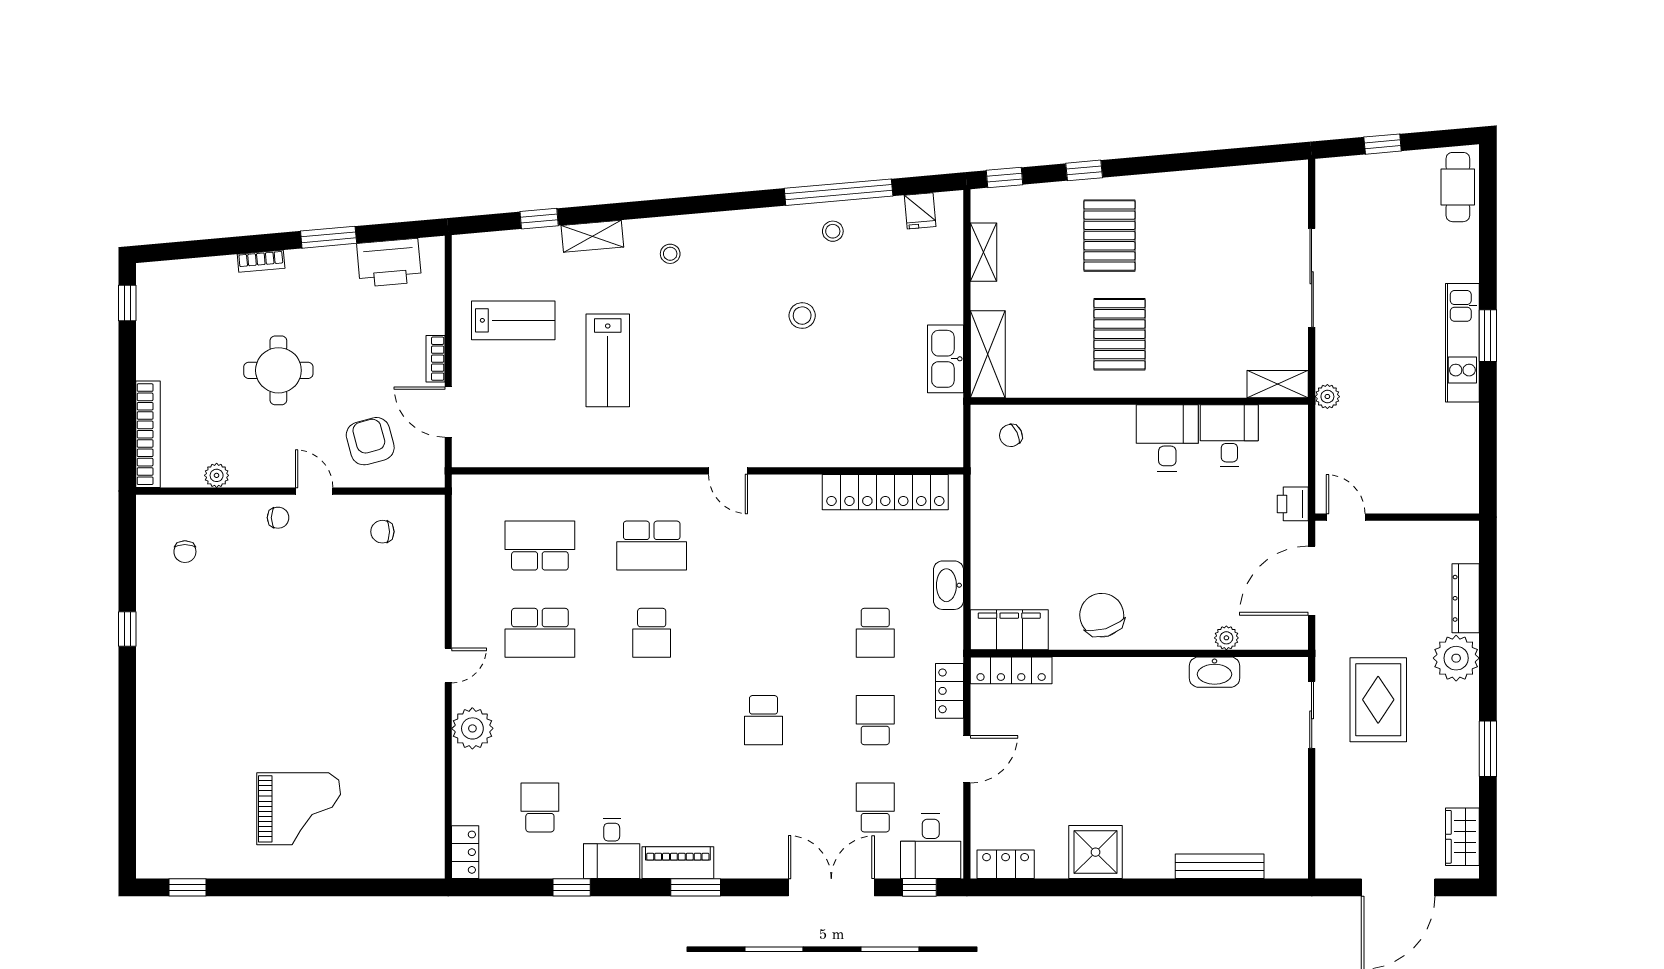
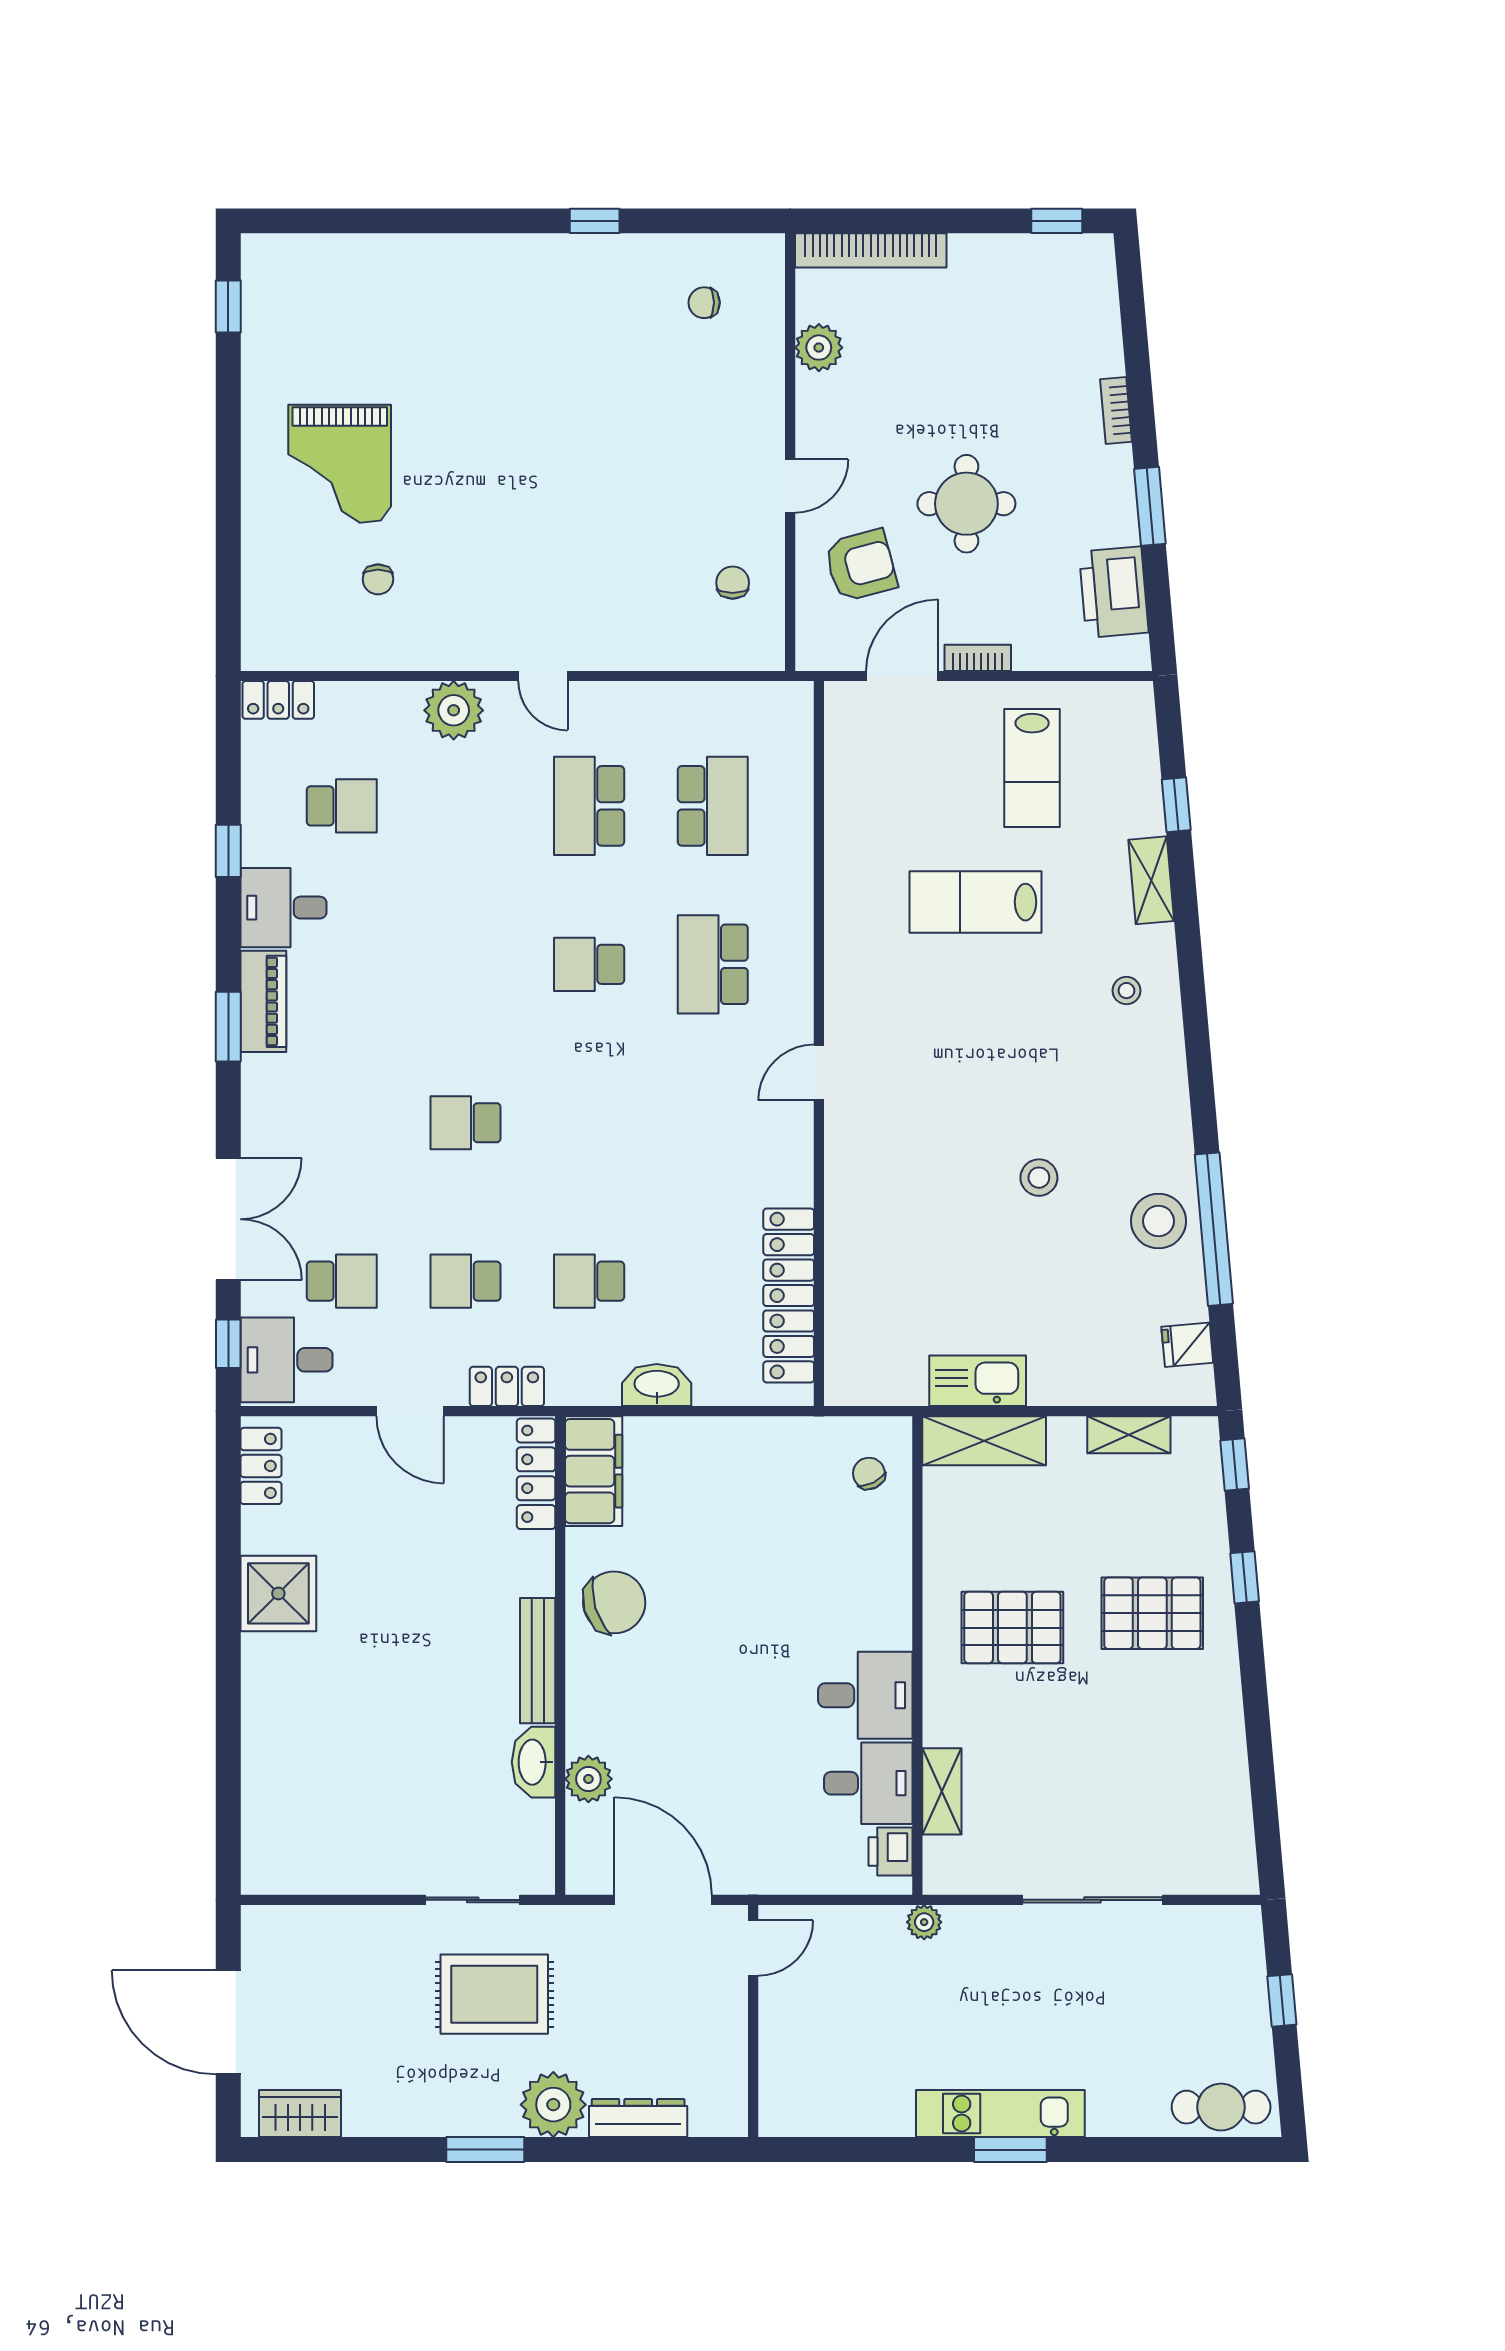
stool: (833, 231) -> (1158, 1221), width x1.89, depth x1.89
round table: (278, 370) -> (966, 504), moved
shelving: (1278, 384) -> (942, 1791), moved
plant: (217, 475) -> (819, 348), width x1.38, depth x1.38
printer: (1293, 504) -> (891, 1852), moved, turned -90
chair: (278, 518) -> (378, 579), moved
plant: (1226, 638) -> (588, 1779), width x1.38, depth x1.38
school desk: (875, 720) -> (465, 1281), turned 180
window: (1488, 749) -> (485, 2150), moved
bench: (1220, 866) -> (538, 1661), moved

